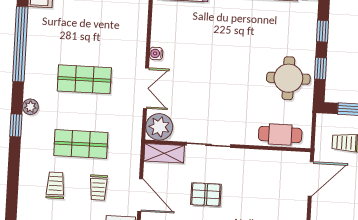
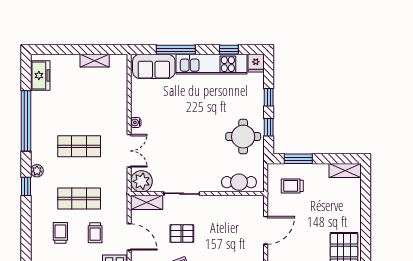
door: (311, 179) -> (266, 230), moved

